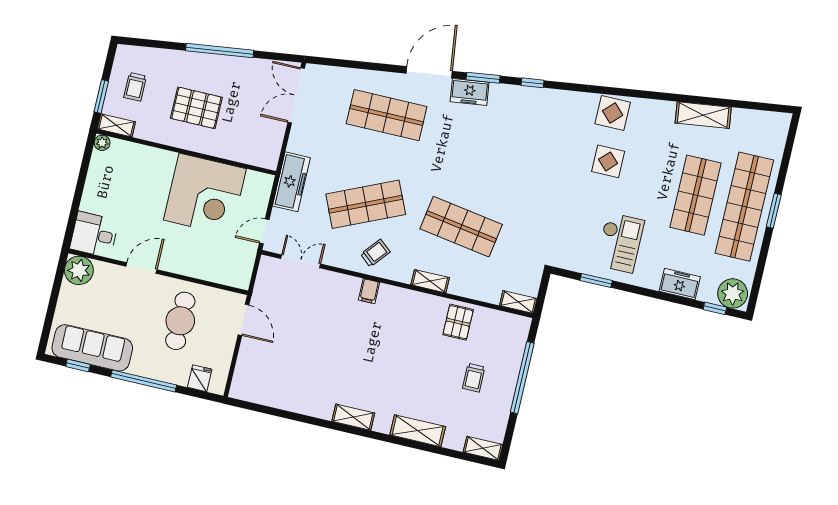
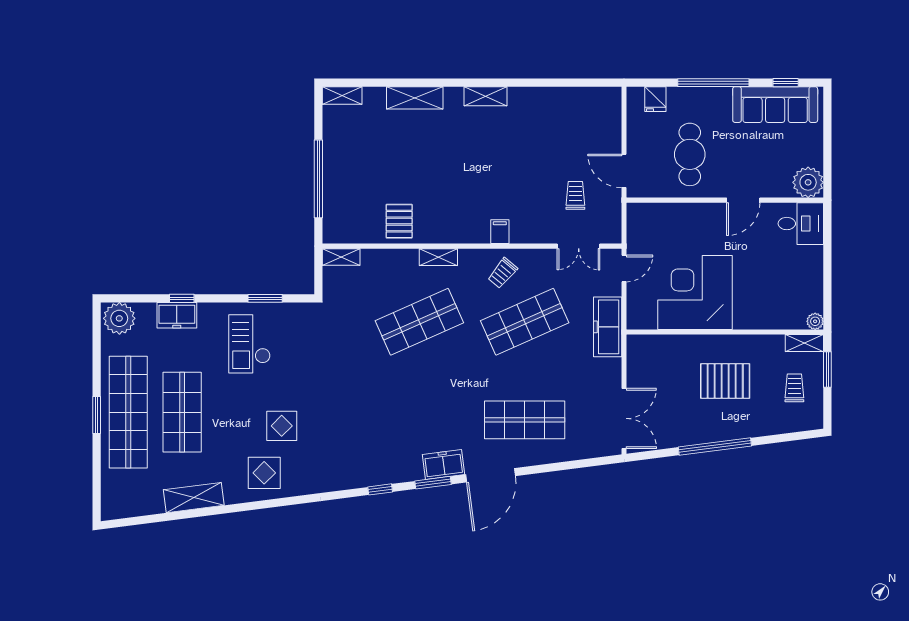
display table: (613, 113) -> (264, 473), moved
shop shelf: (461, 227) -> (419, 322), turned -33
window: (715, 308) -> (182, 298), moved
trolley: (474, 378) -> (575, 195), moved

